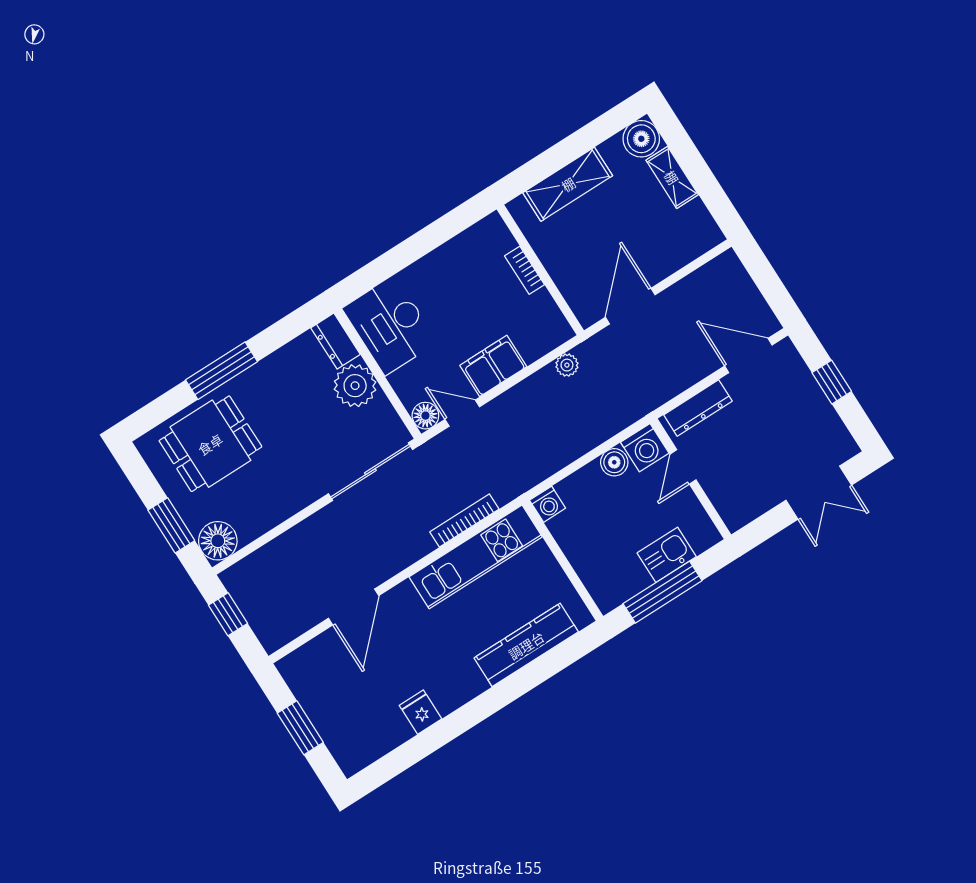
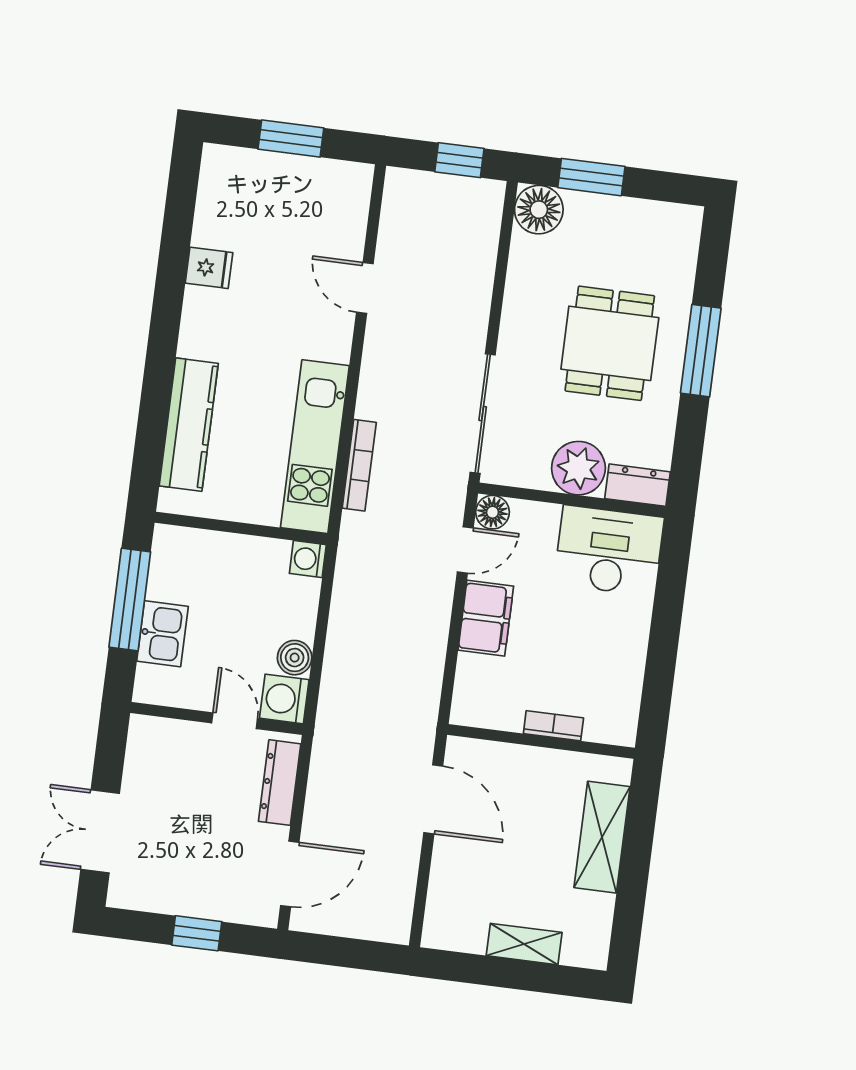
boiler: (641, 139) -> (587, 945), removed
plant: (567, 365) -> (427, 690), removed
dining table: (210, 444) -> (610, 343), moved
door: (354, 607) -> (365, 288), width x0.73

